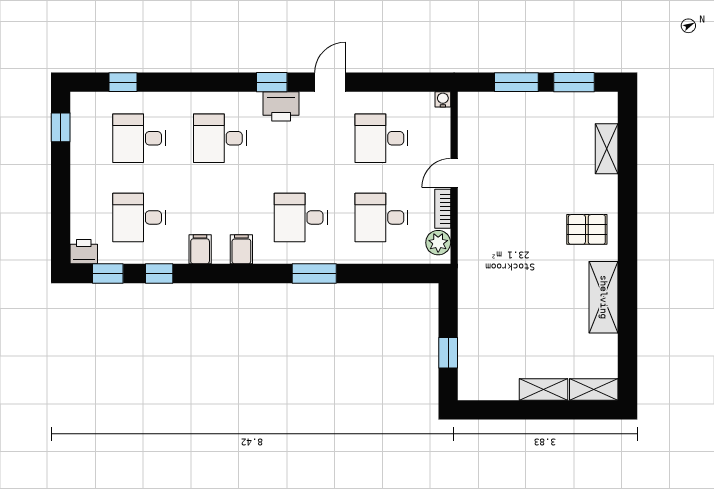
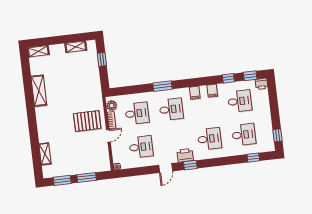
pallet: (587, 229) -> (87, 121), moved, width x1.50, depth x1.42
shelving: (544, 389) -> (76, 47), moved

